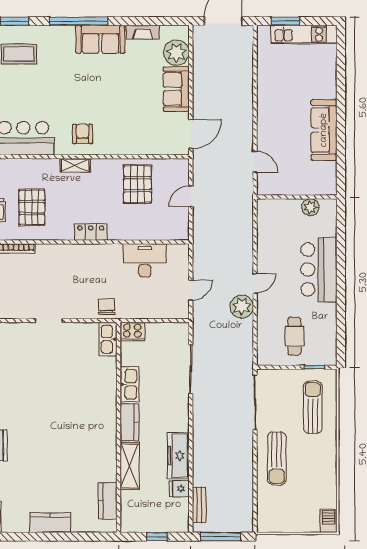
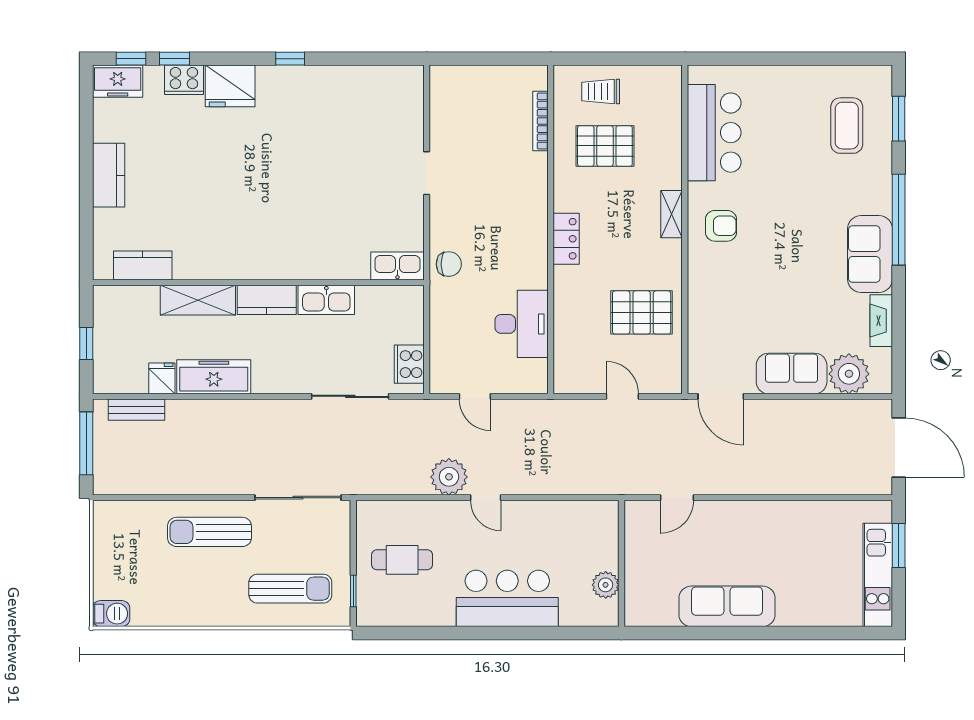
cooker: (132, 332) -> (409, 364), moved

